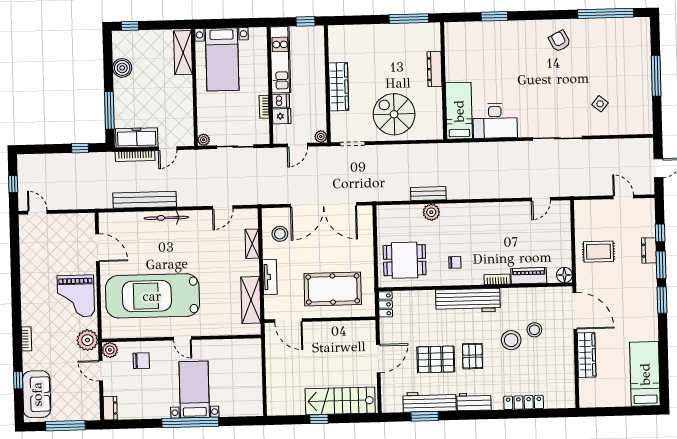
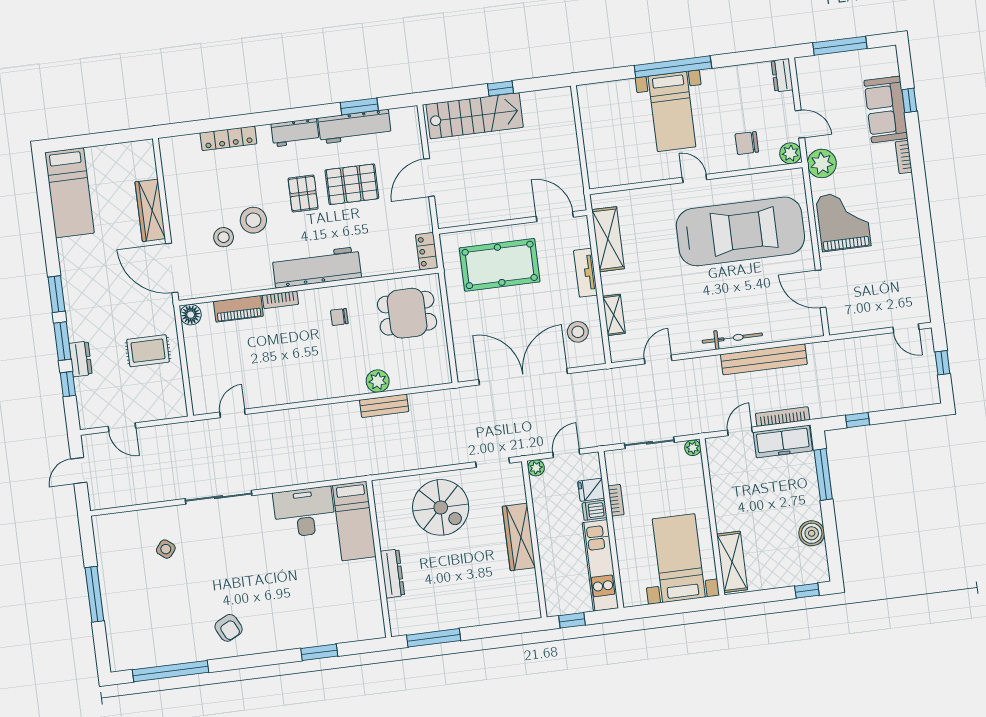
sofa: (37, 394) -> (886, 109), moved

